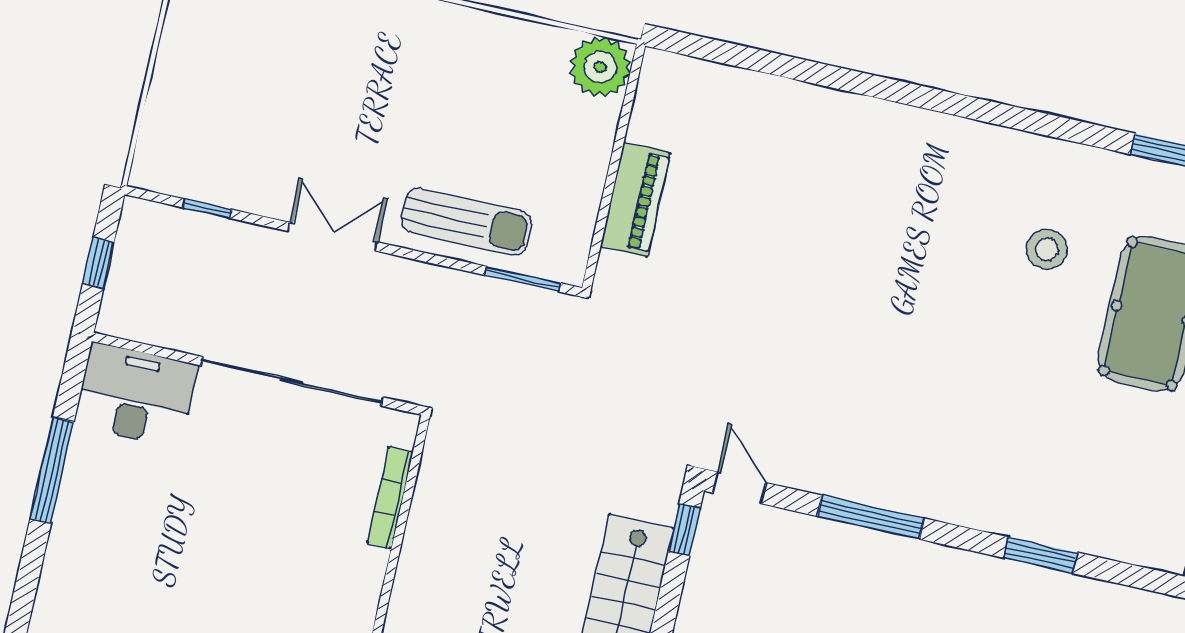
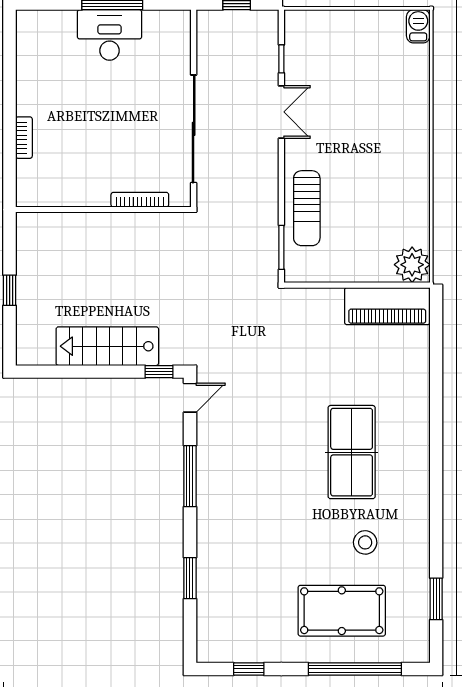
piano: (635, 200) -> (387, 306), moved, width x1.37, depth x1.33
double door: (333, 237) -> (281, 112), moved
table tennis table: (891, 238) -> (352, 452), added
desk: (136, 395) -> (109, 35), moved, turned -90

